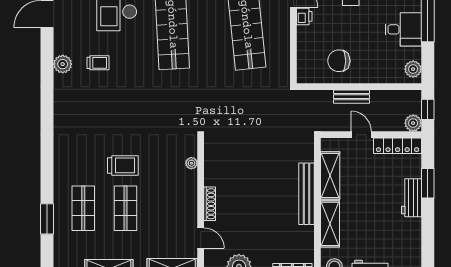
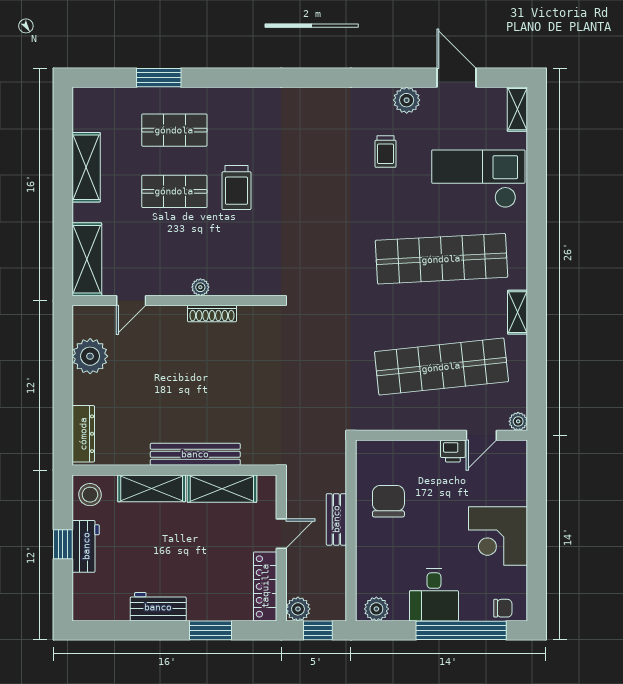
plant: (63, 64) -> (407, 100), moved
plant: (191, 163) -> (200, 287), moved
workbench: (412, 198) -> (158, 607), moved
shoe rack: (210, 204) -> (212, 314), moved

